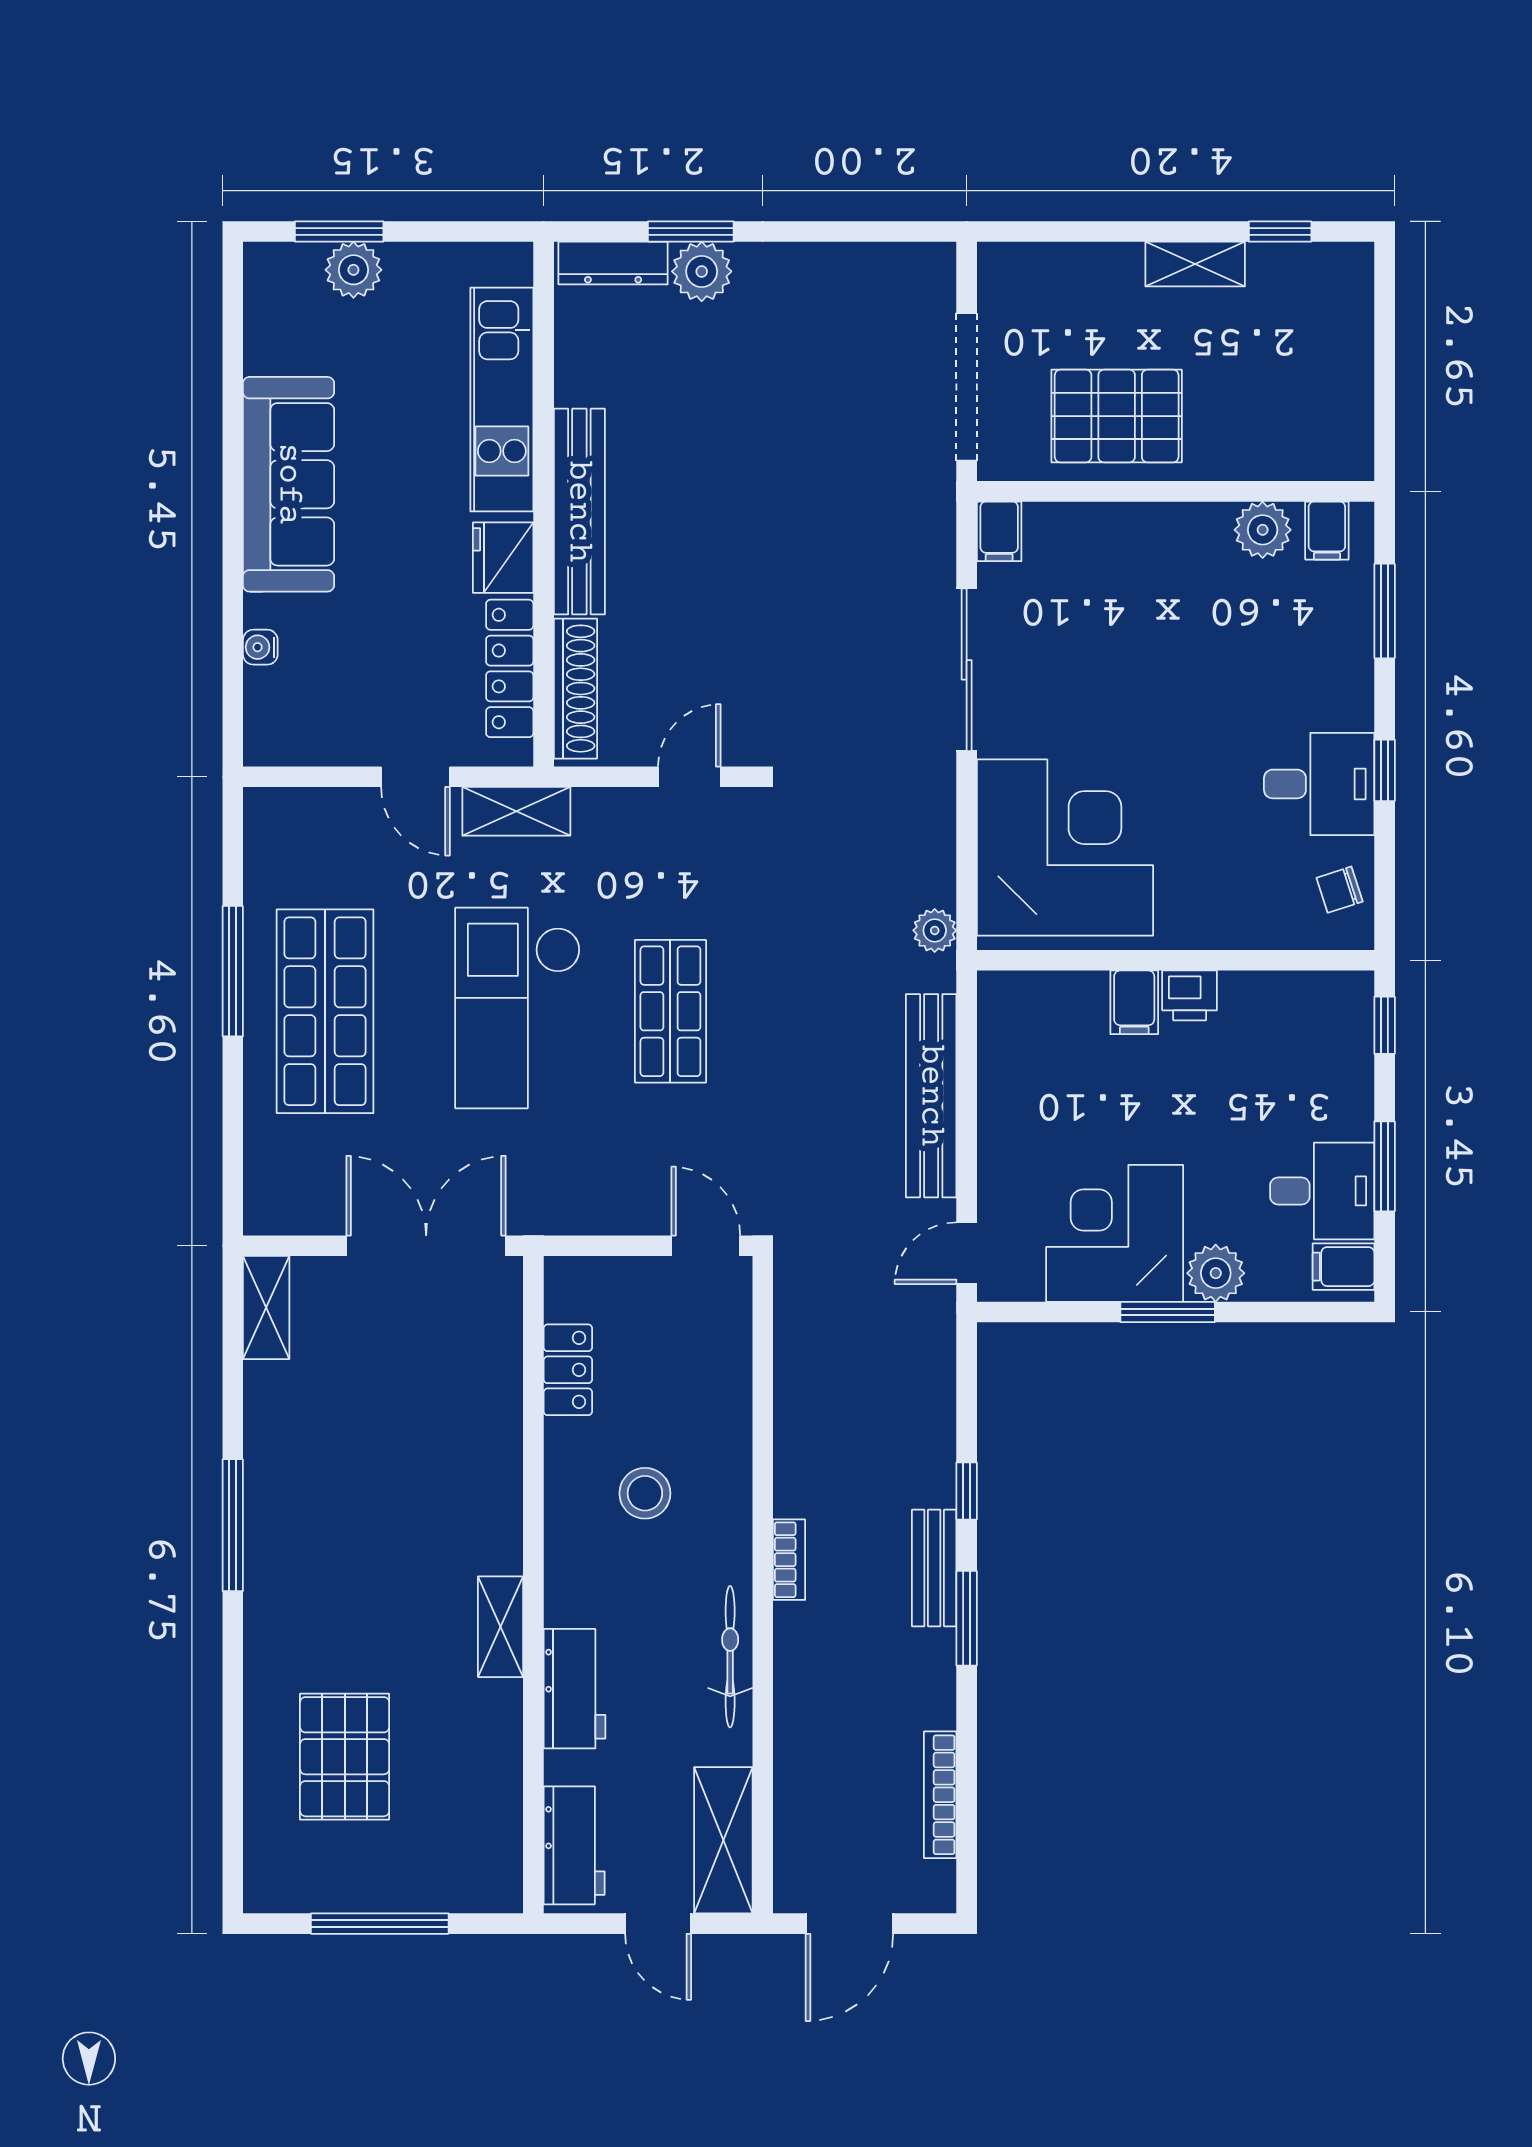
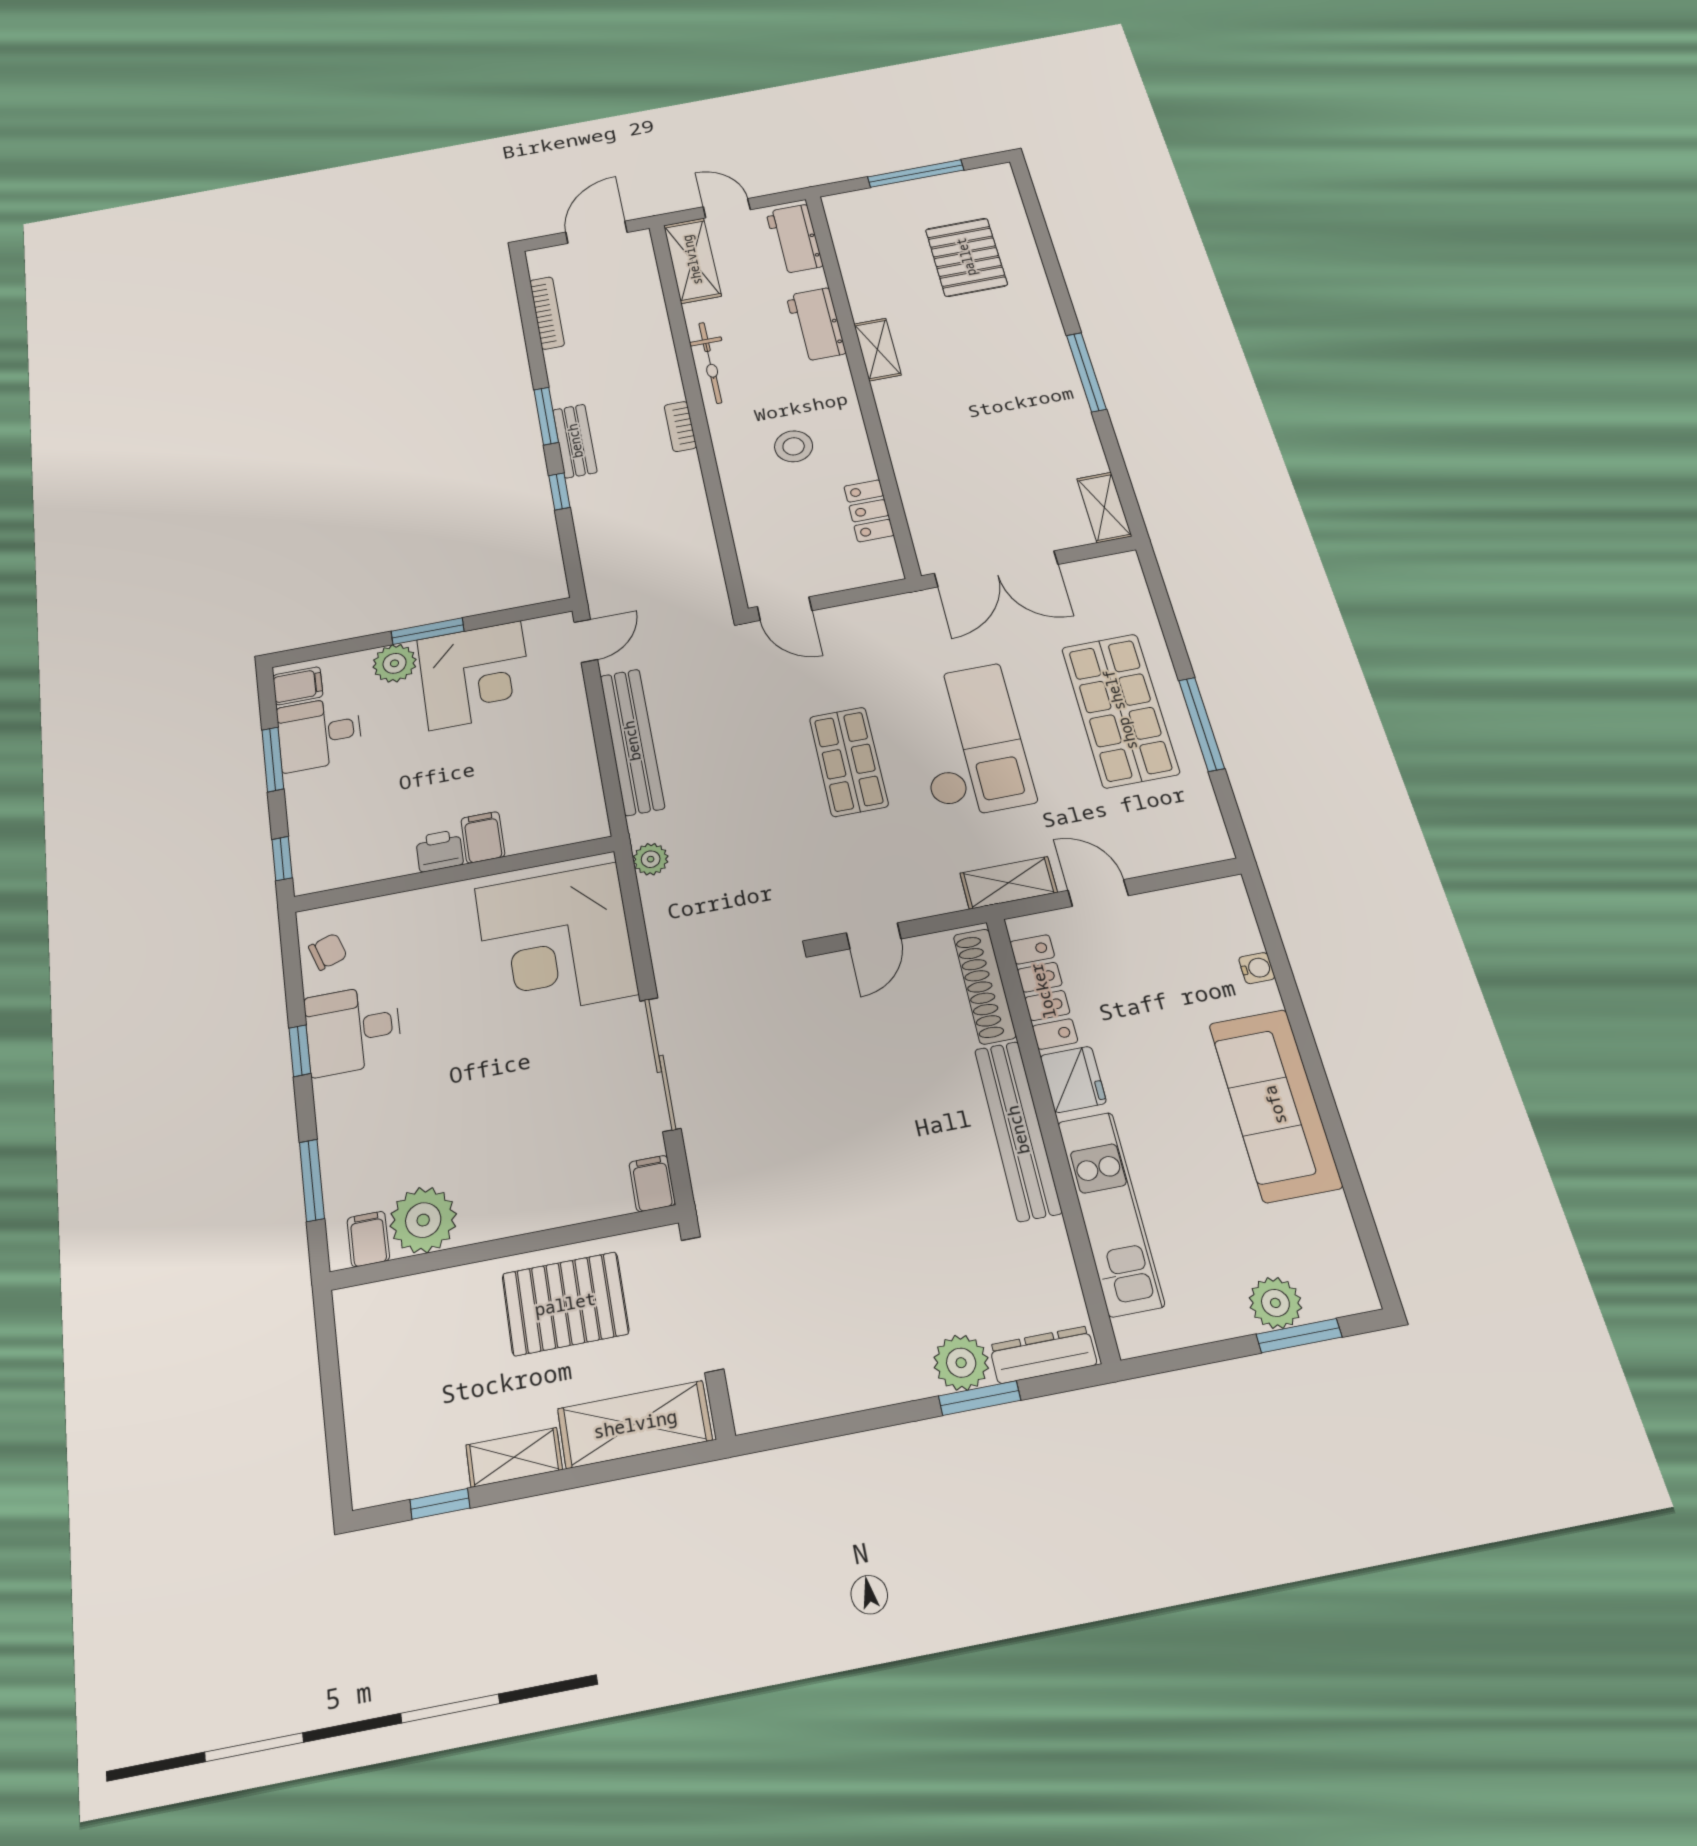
shelving: (1061, 274) -> (635, 1424), added
plant: (1263, 530) -> (423, 1220), width x1.36, depth x1.36

